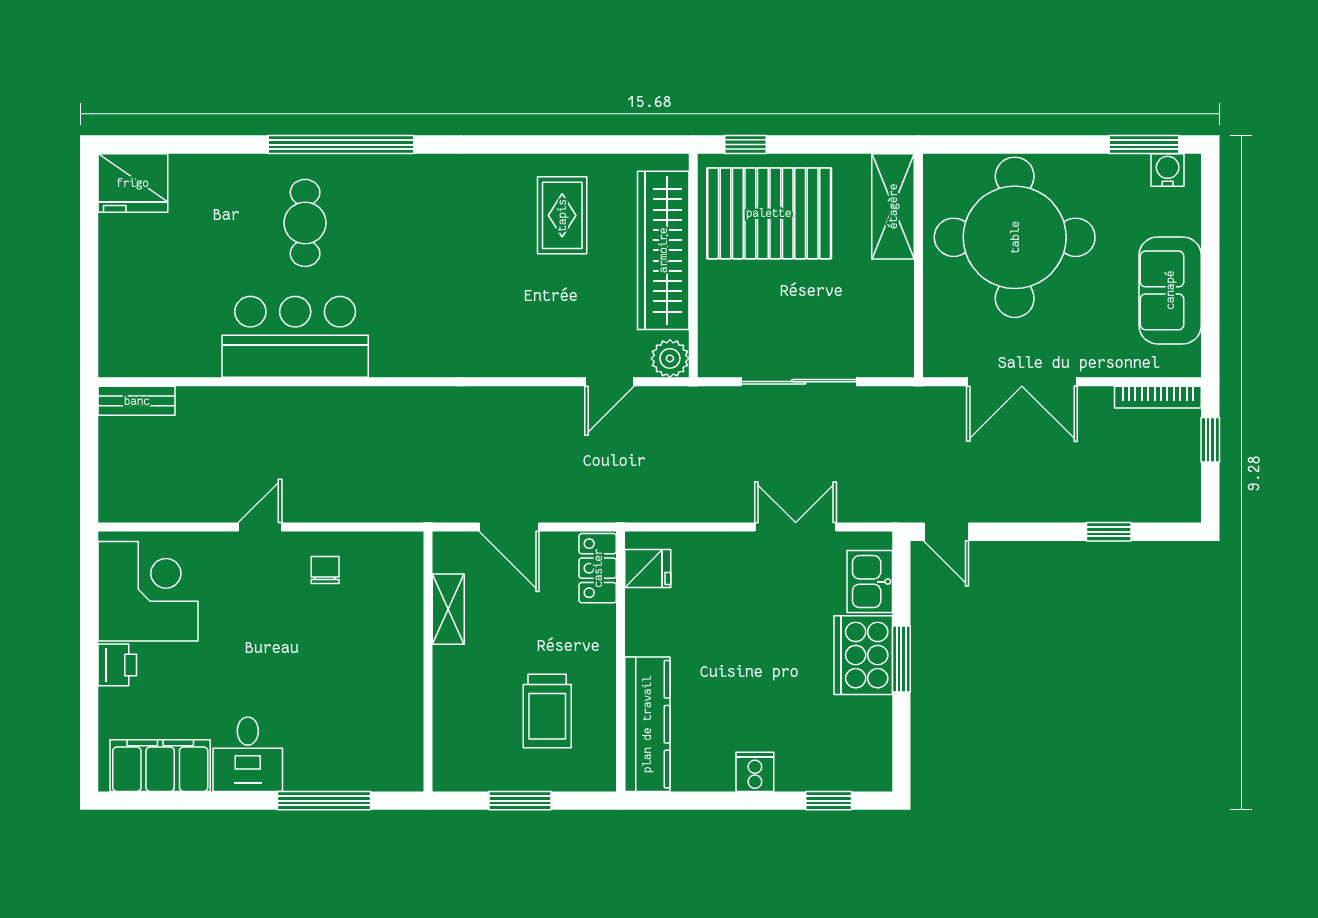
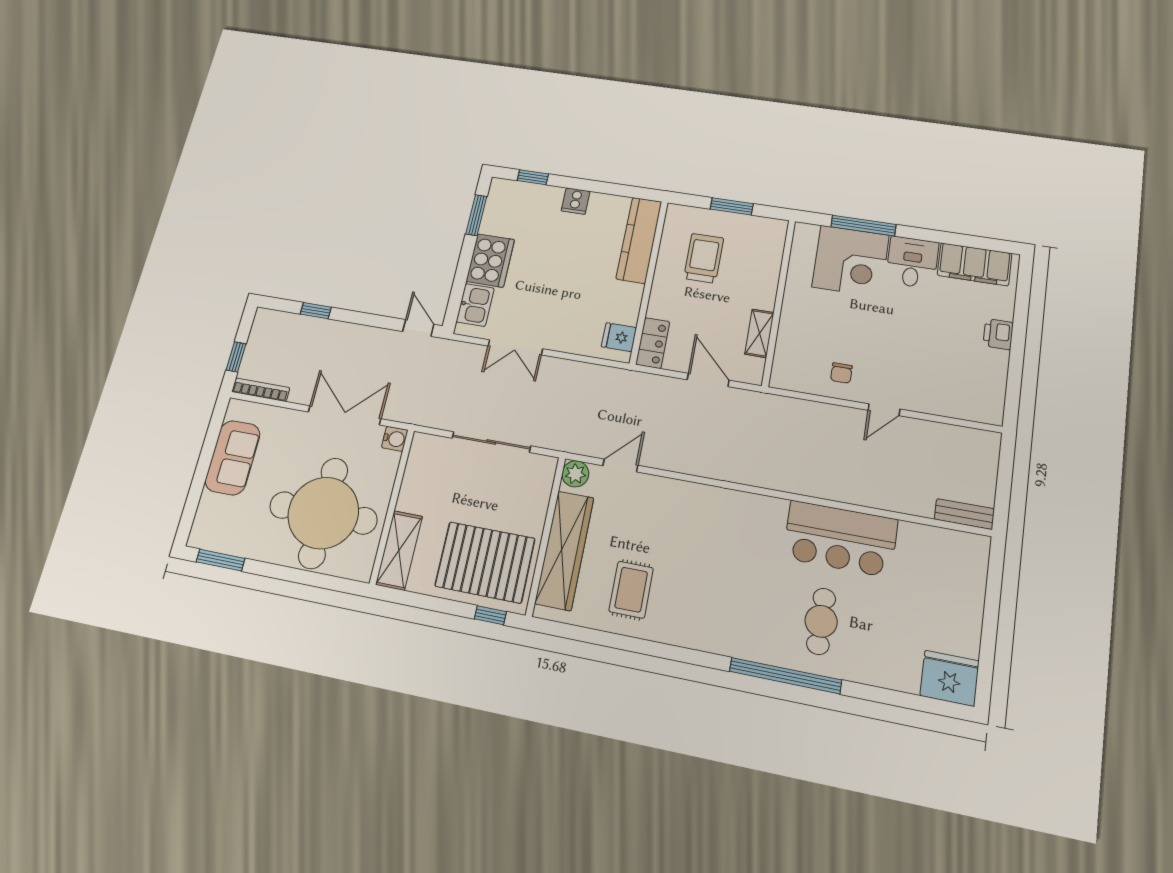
water cooler: (1168, 170) -> (395, 439), moved, turned -90
corner desk: (148, 591) -> (851, 261), moved, turned -90
window: (901, 659) -> (476, 215), moved

